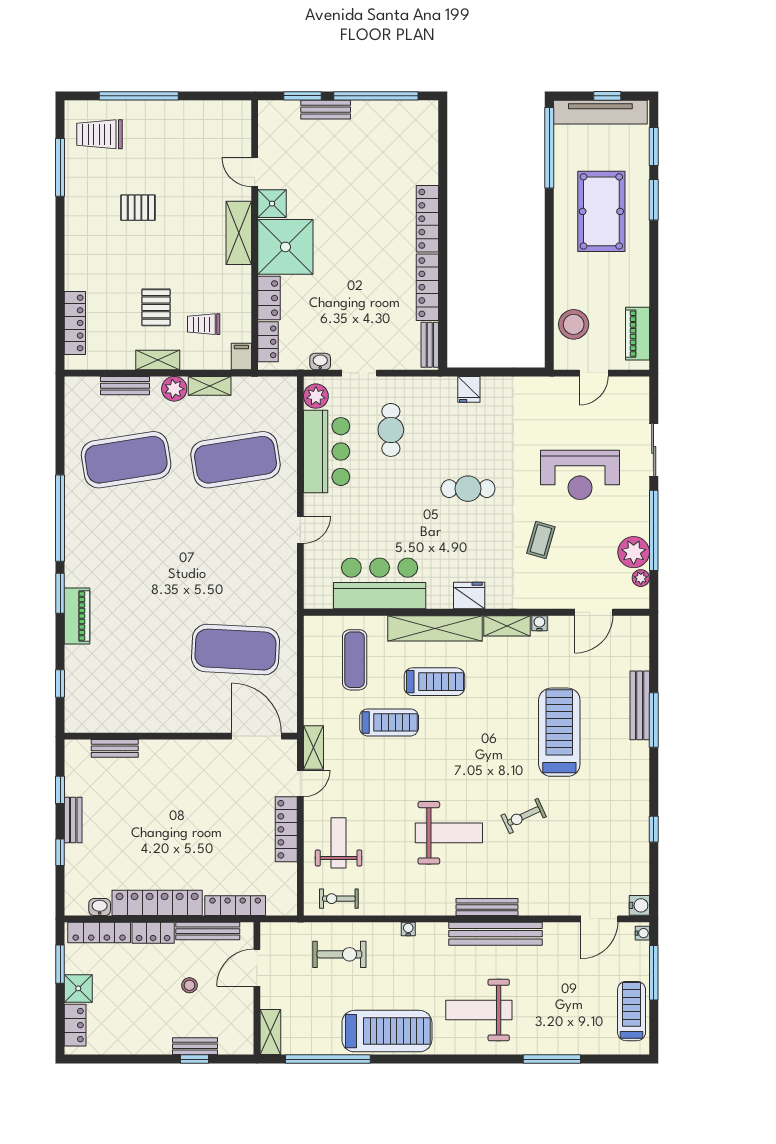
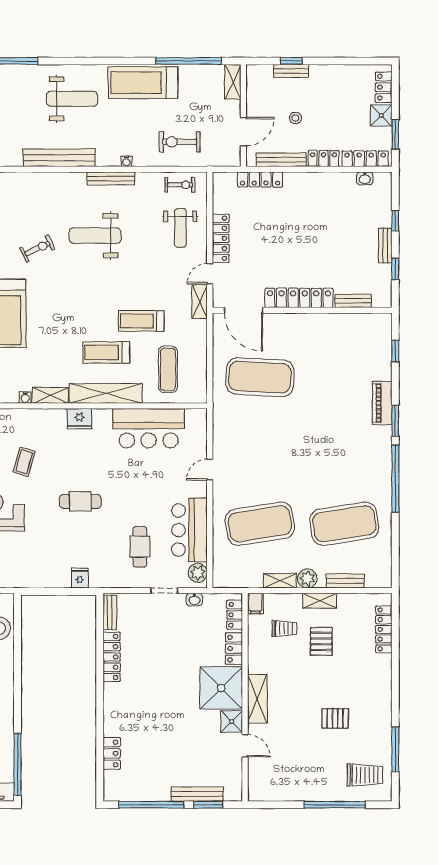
bench: (326, 110) -> (197, 794), width x1.36
locker: (427, 219) -> (112, 753), moved, width x0.66
locker: (157, 903) -> (299, 298), moved, turned 180
bench: (487, 907) -> (111, 178), moved

